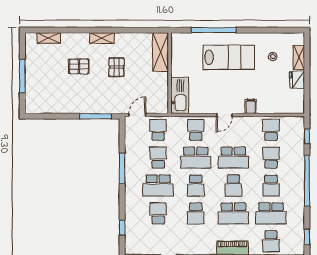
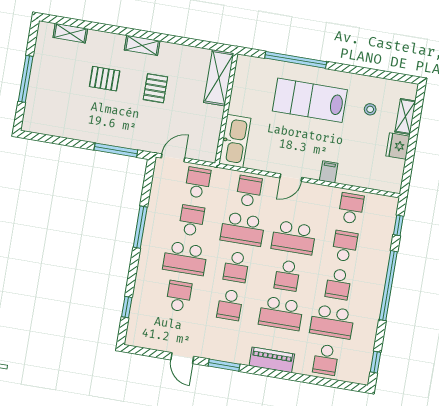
lab bench: (229, 57) -> (310, 100), turned 180

